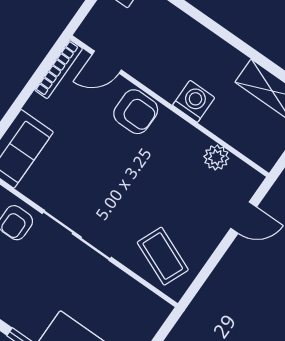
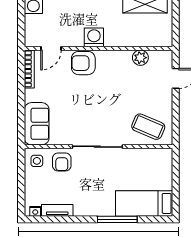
washing machine: (194, 101) -> (94, 37), moved
armchair: (136, 112) -> (83, 63), turned 180

